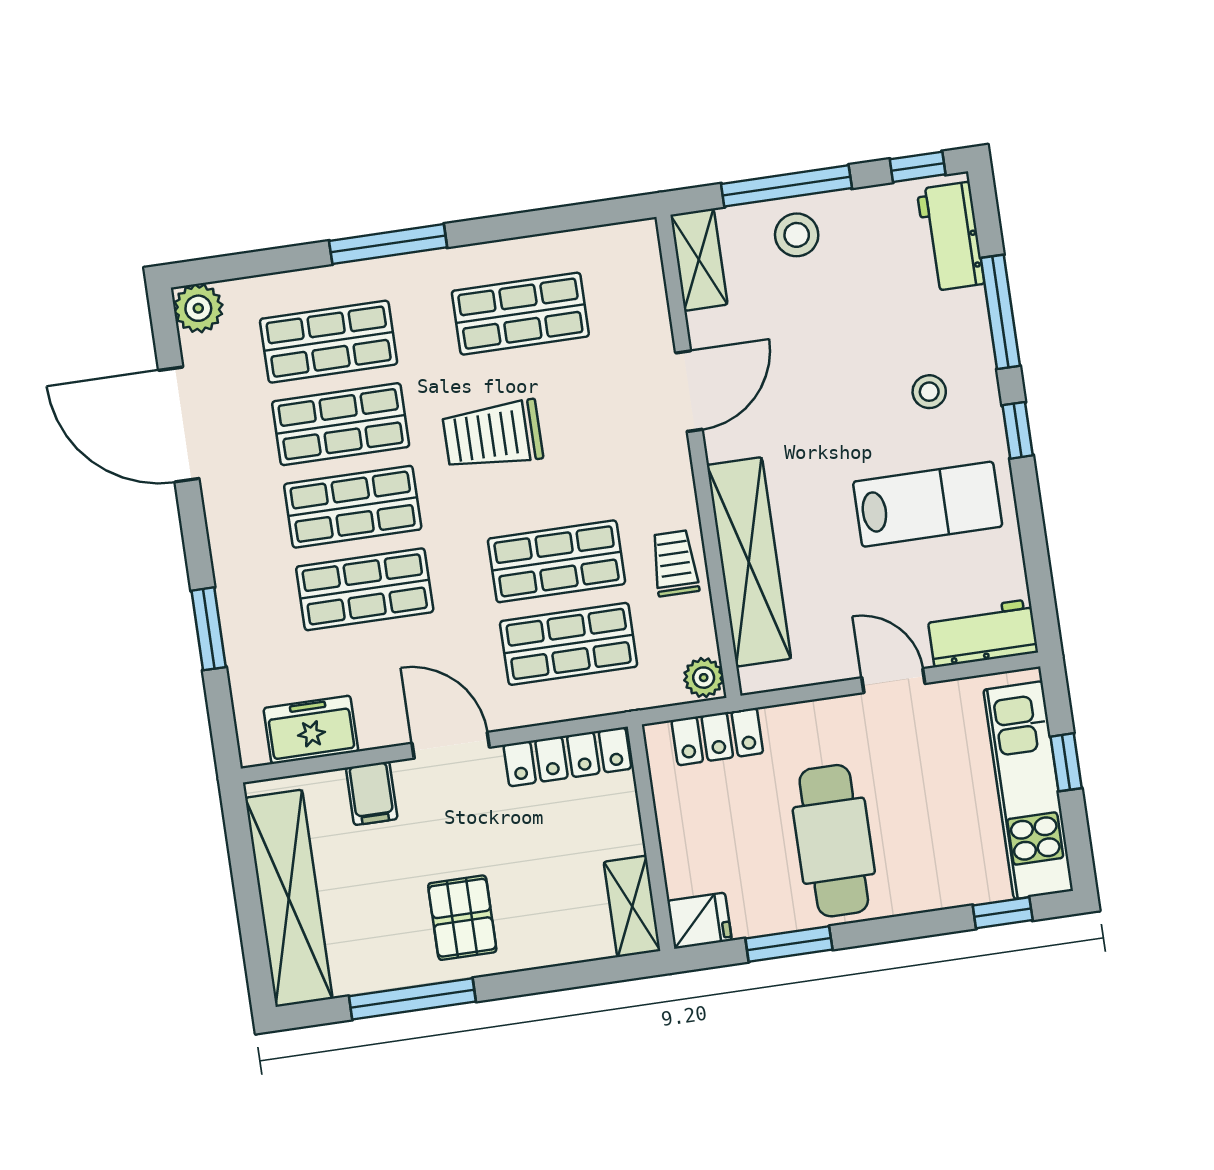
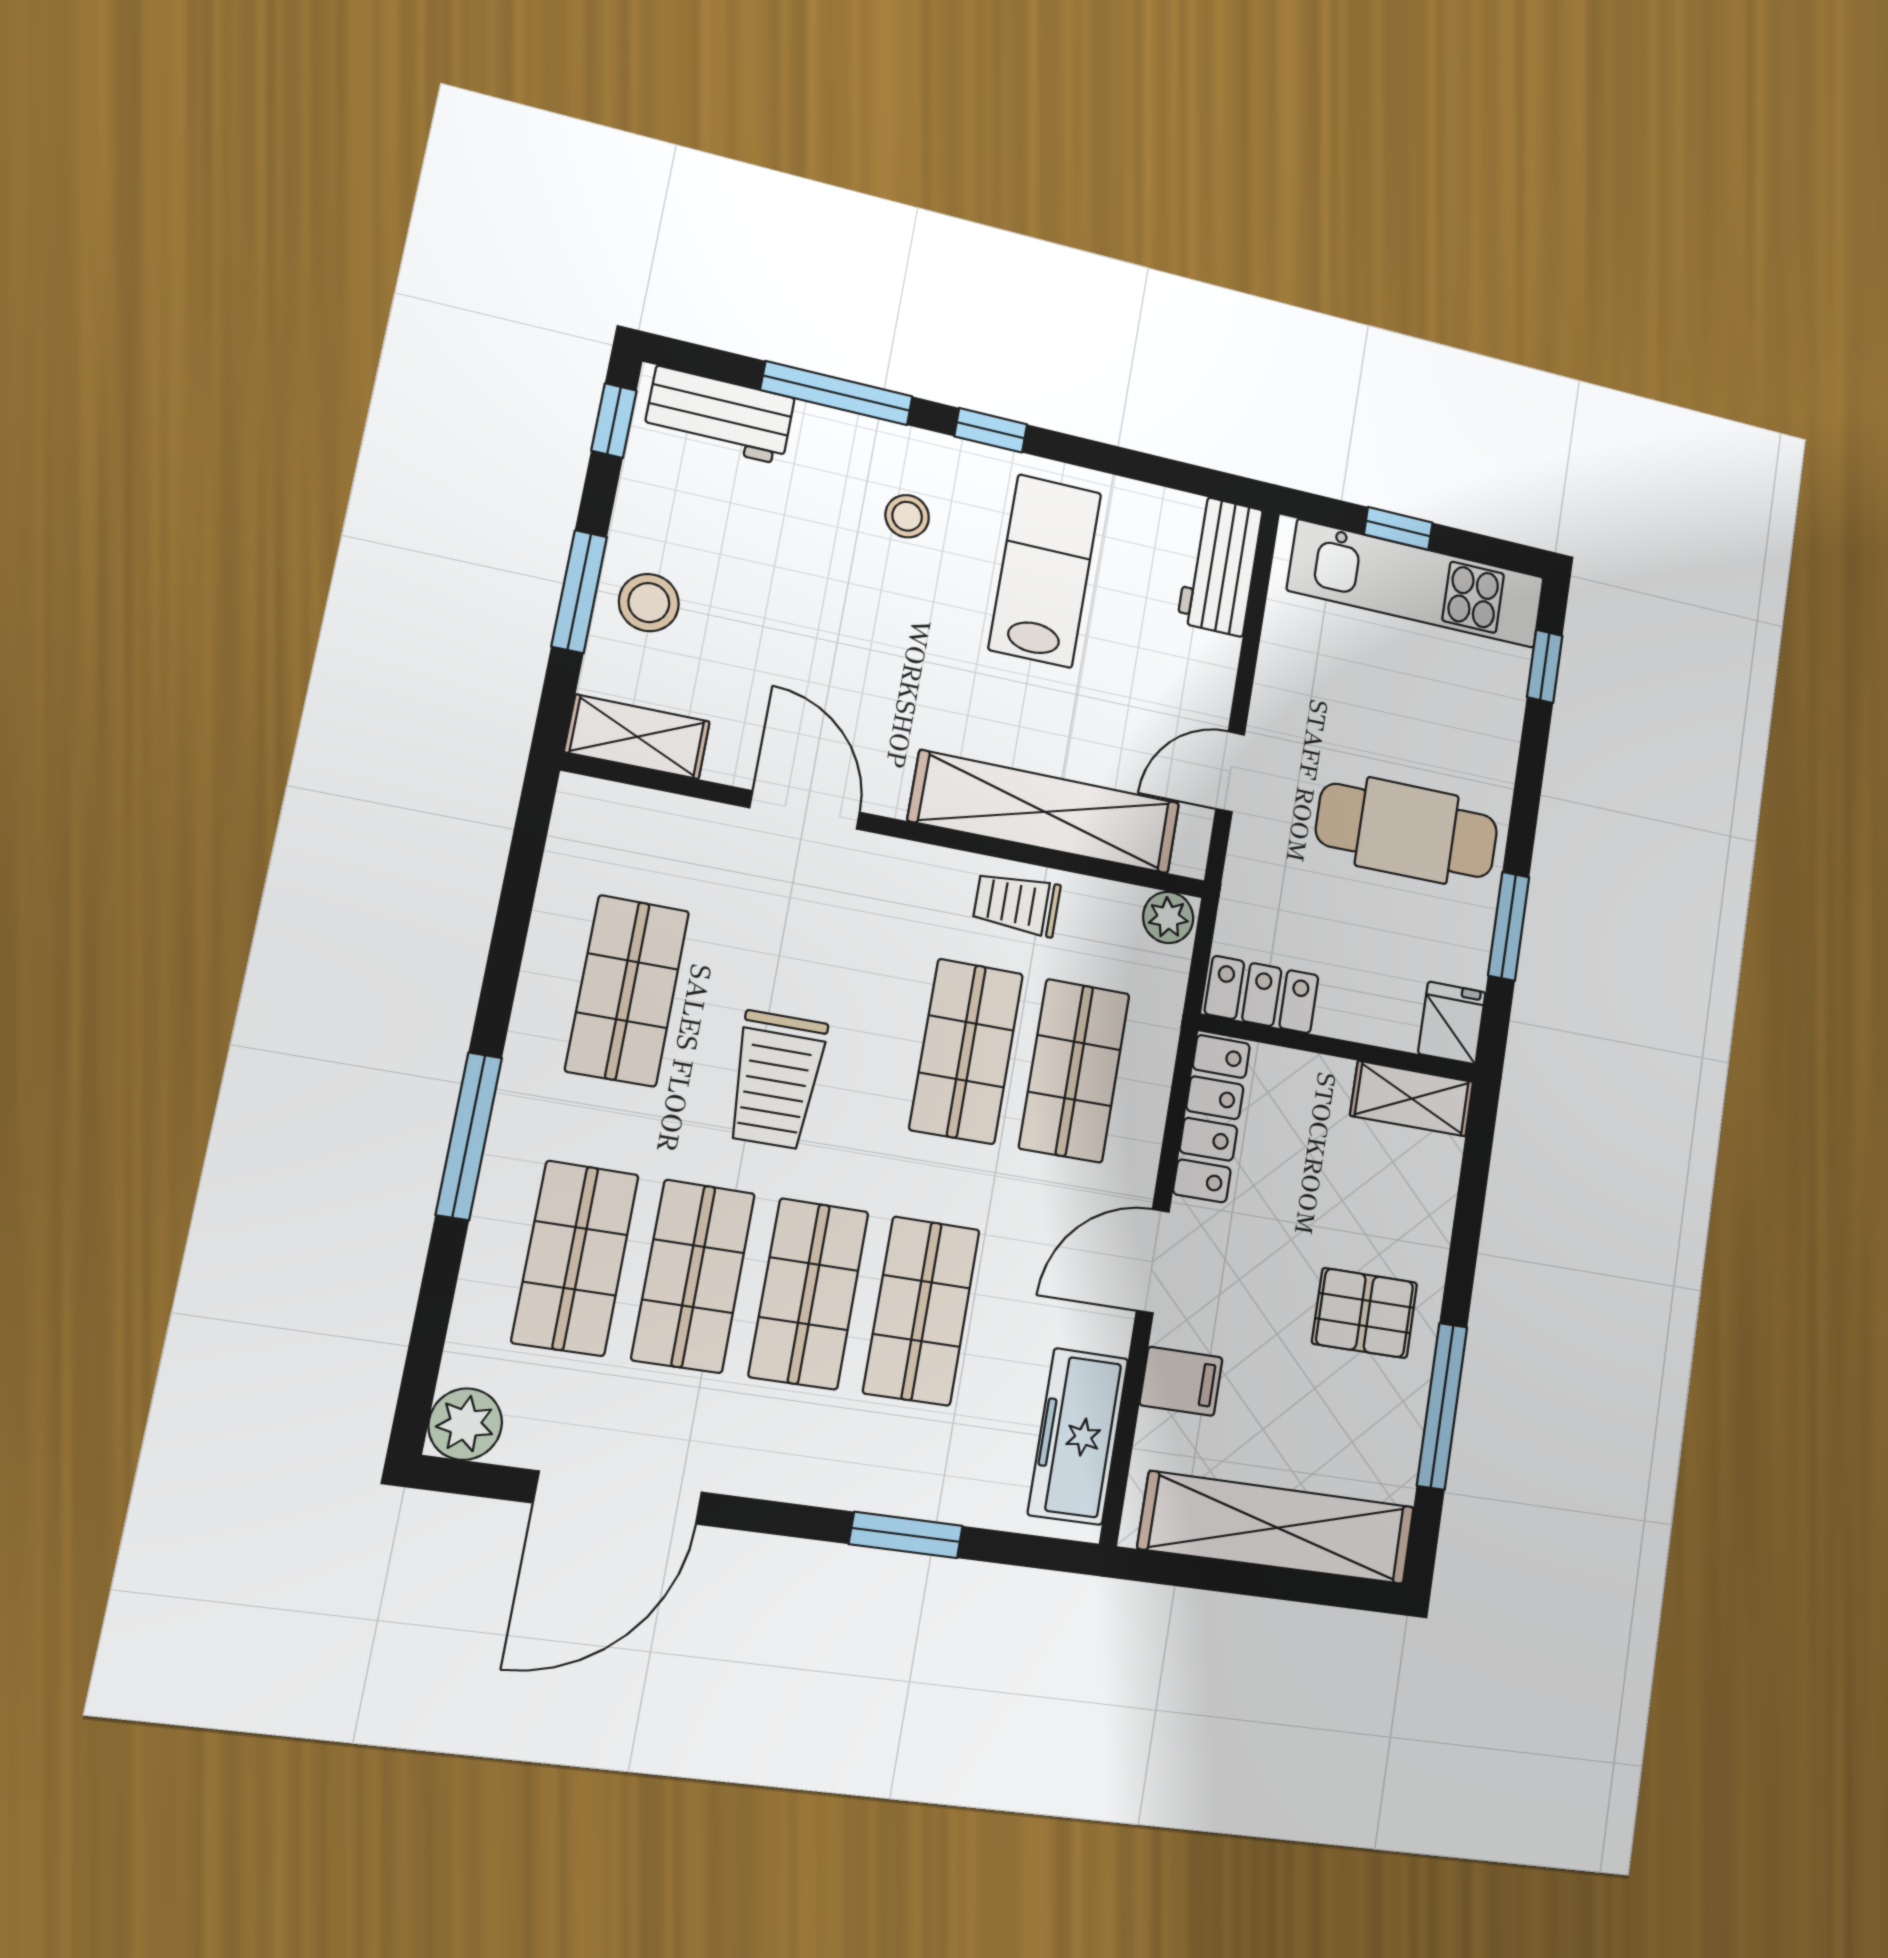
window: (786, 186) -> (579, 592), width x0.69
door: (893, 681) -> (1230, 772), moved
freezer: (311, 730) -> (1078, 1436), width x1.40
locker: (717, 737) -> (1262, 995), moved, turned -90

